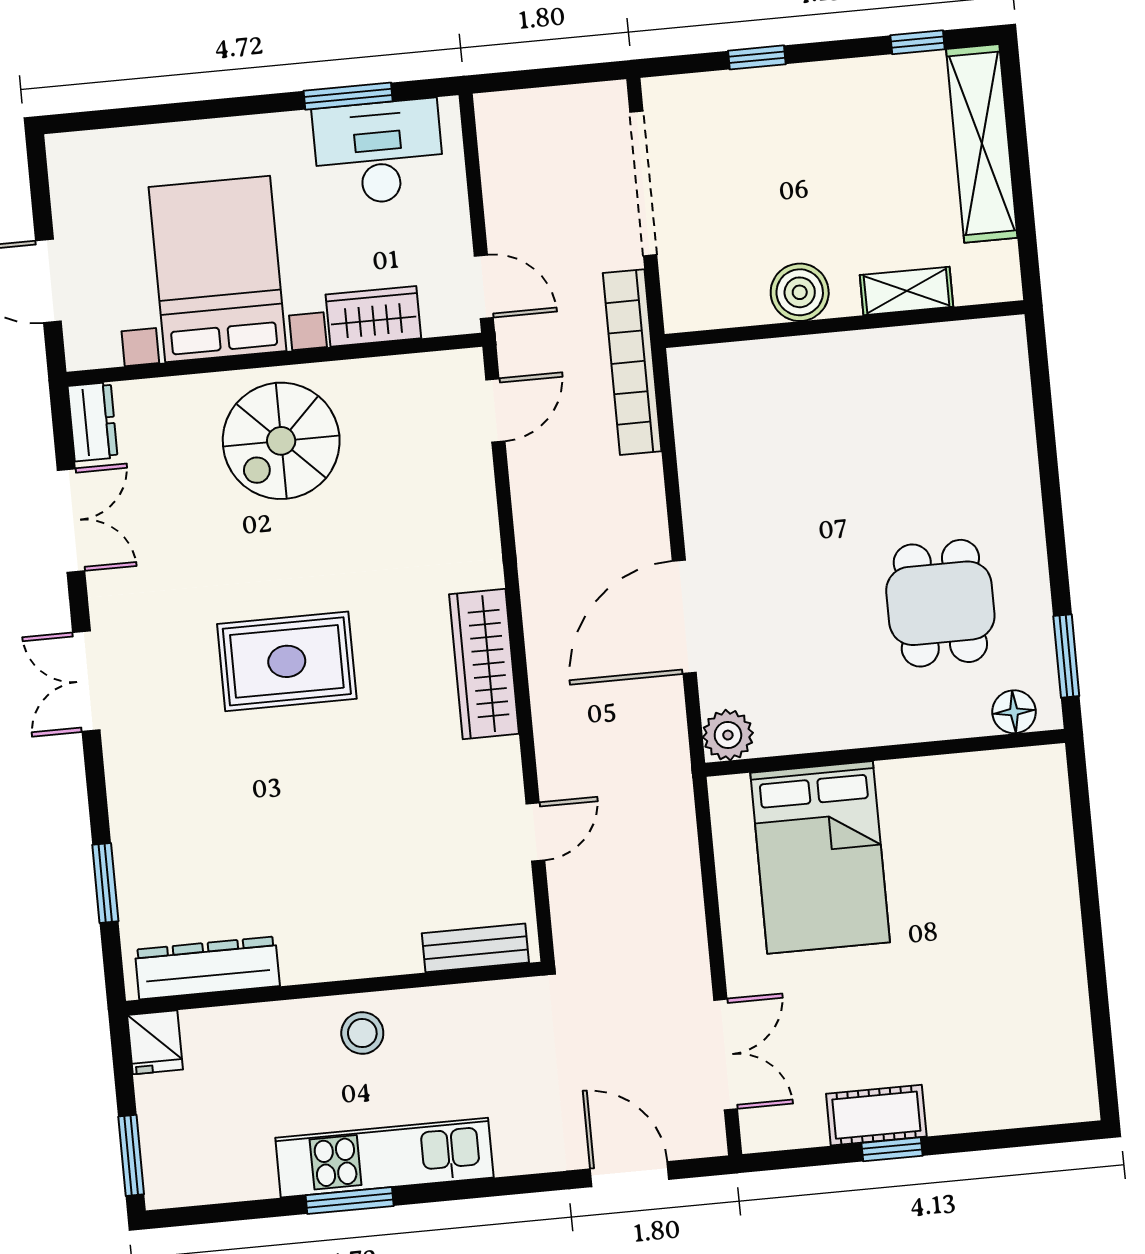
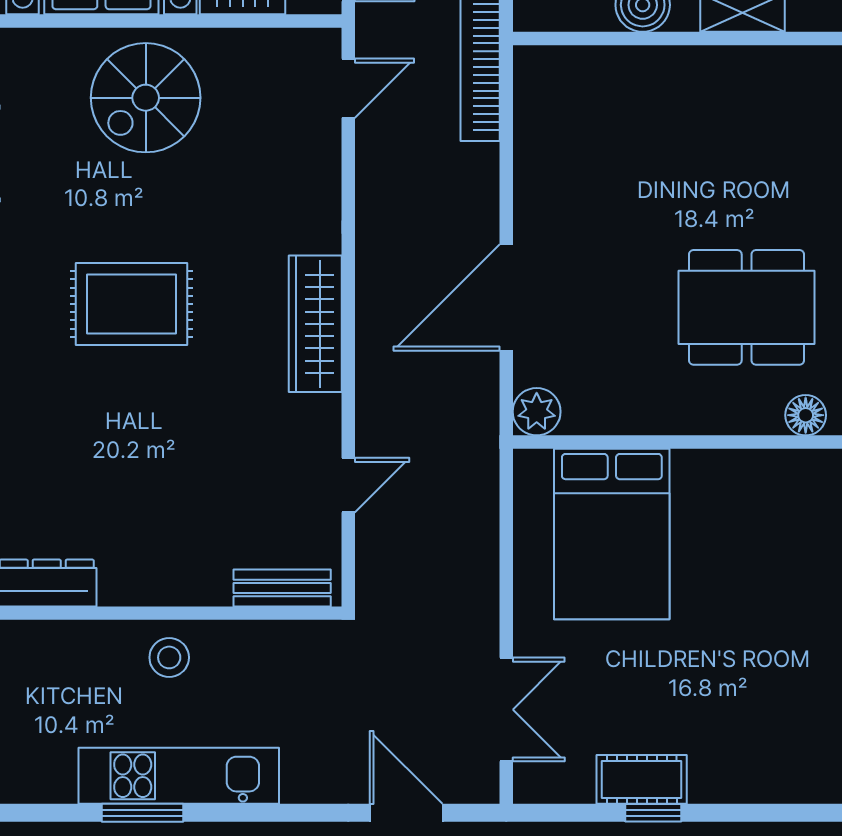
dining table: (940, 603) -> (747, 307), width x1.38

